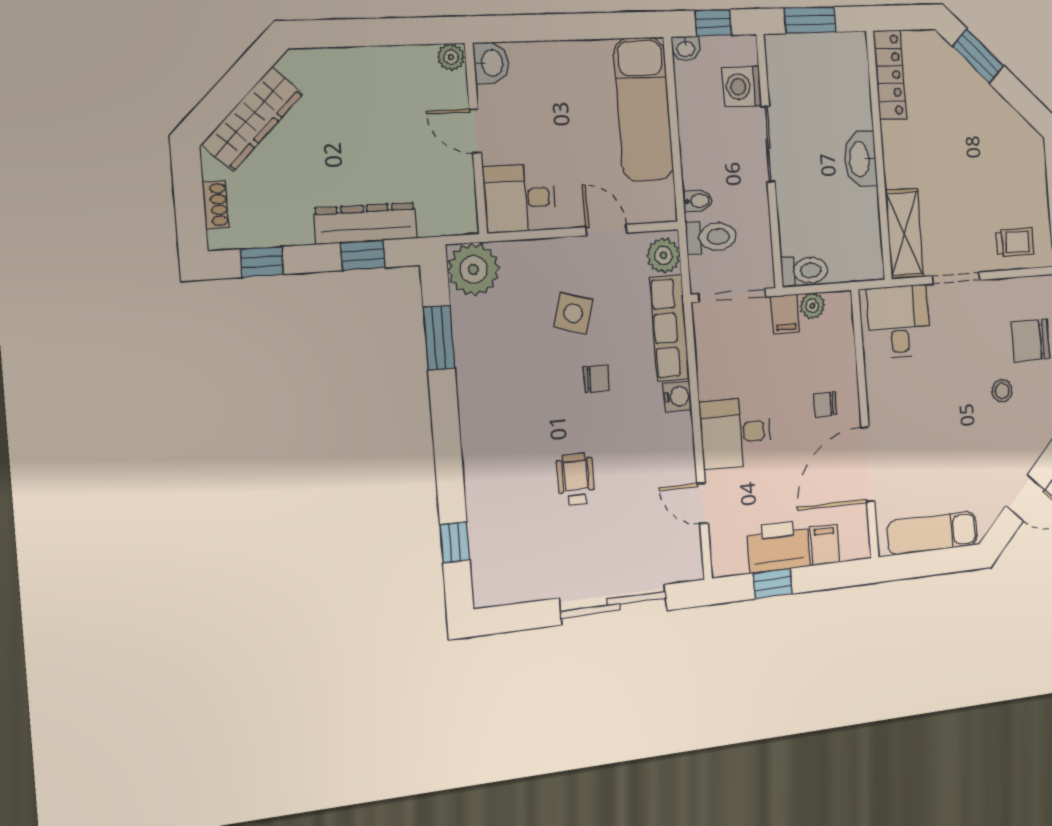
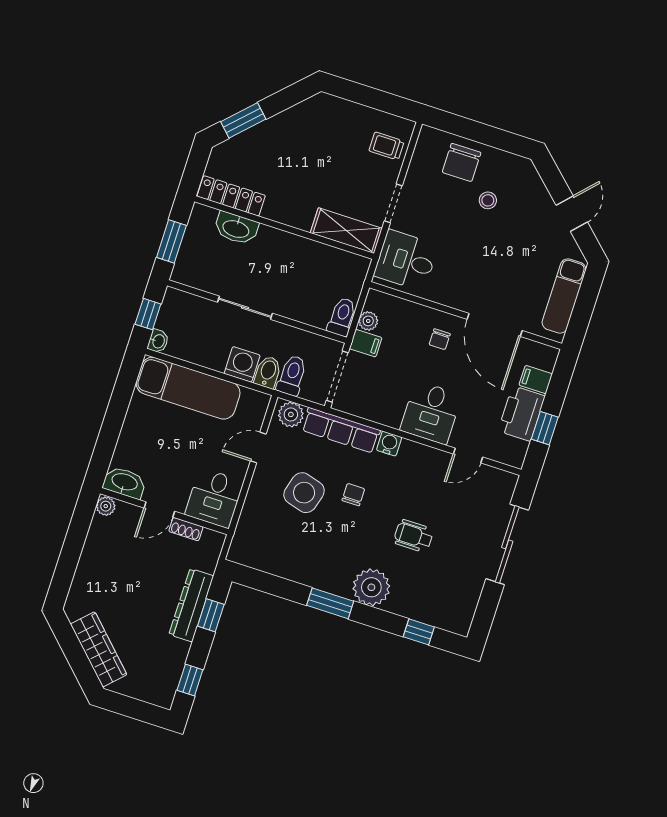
washbasin: (491, 63) -> (124, 482), width x1.38
washing machine: (742, 87) -> (242, 364), moved, turned 180
washbasin: (860, 159) -> (236, 228), moved
bidet: (698, 201) -> (268, 372), width x1.38, depth x1.36
shoe rack: (216, 205) -> (186, 529), moved, turned 180
trolley: (1015, 242) -> (386, 146), turned -90
plant: (474, 269) -> (371, 587), moved
side table: (573, 313) -> (304, 493), width x1.37, depth x1.37
window: (439, 338) -> (330, 603), moved

